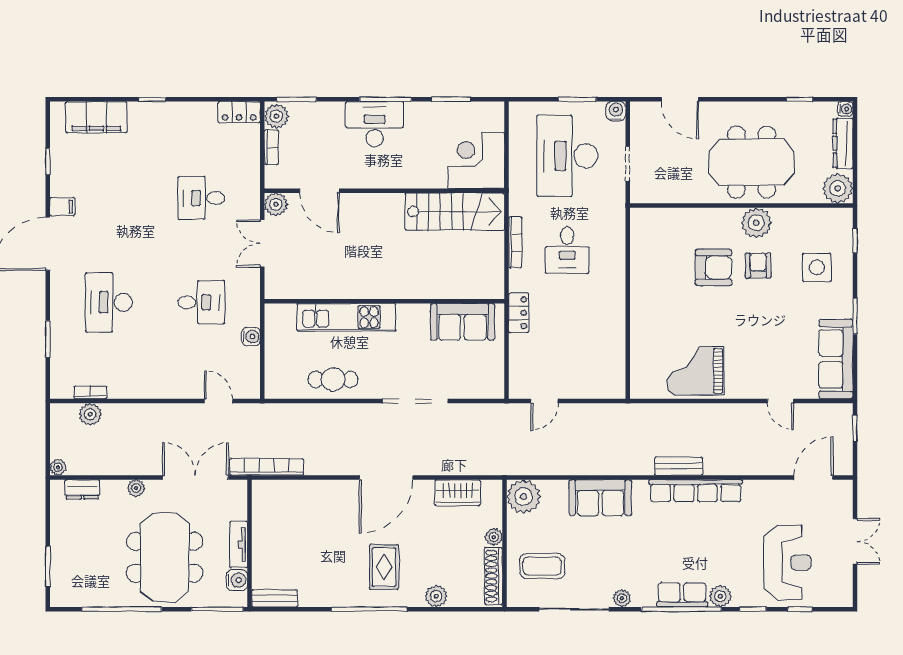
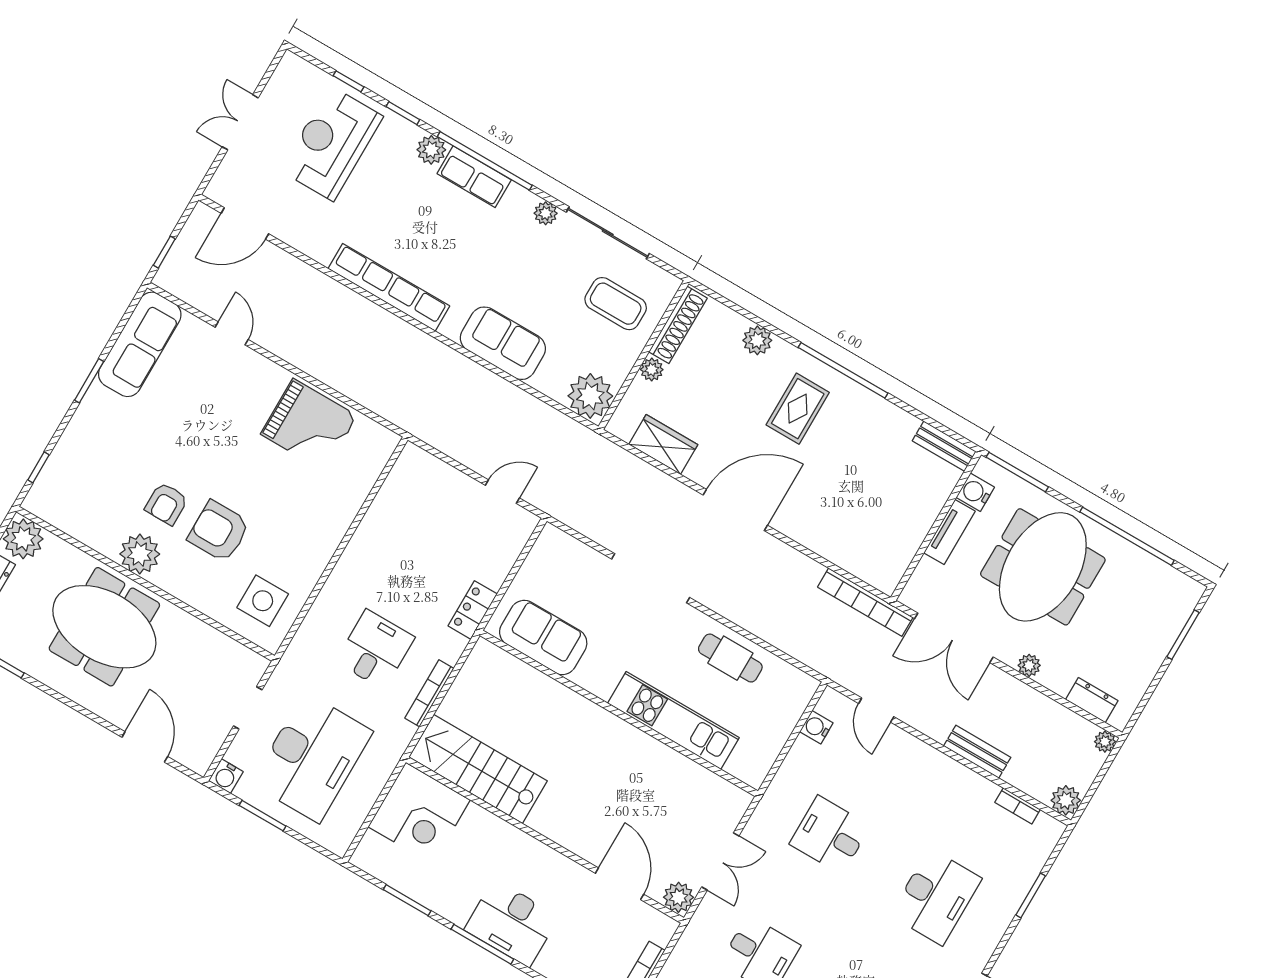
side table: (817, 268) -> (263, 601), moved
water cooler: (251, 337) -> (816, 727), moved
plant: (90, 414) -> (1066, 800), moved
bench: (679, 466) -> (977, 752), moved

